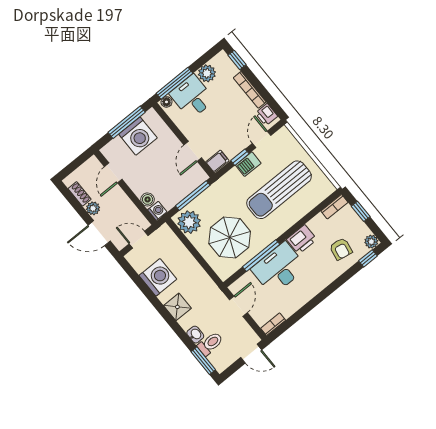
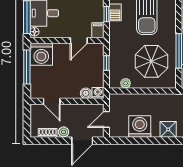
washing machine: (138, 136) -> (41, 54), moved, turned 90
door: (193, 151) -> (79, 41), hinge flipped
window: (193, 196) -> (106, 63), width x0.46
plant: (189, 222) -> (126, 83), width x0.53, depth x0.53

